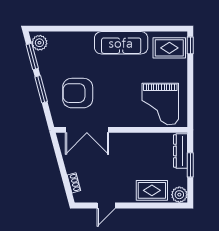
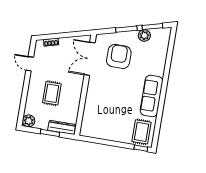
plant: (39, 43) -> (144, 35), moved
grand piano: (160, 104) -> (100, 118), removed
rug: (152, 190) -> (52, 93), moved

